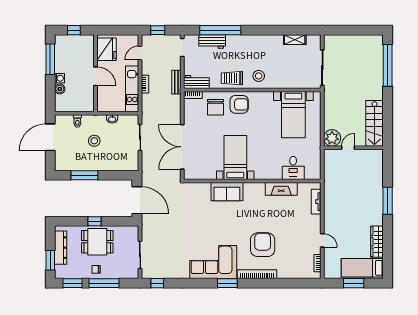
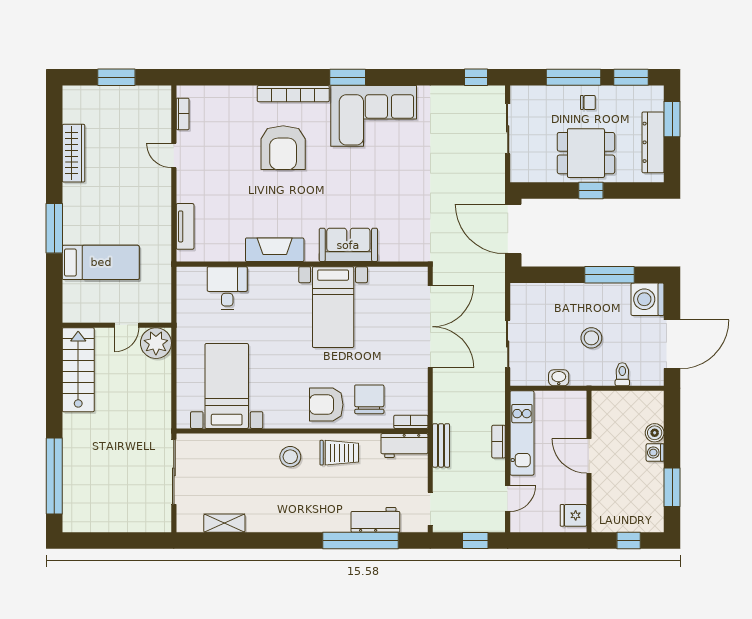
fridge: (106, 49) -> (573, 515), width x0.53, depth x0.75
window: (50, 59) -> (672, 487), width x0.69
washing machine: (64, 162) -> (648, 299), added
fireplace: (281, 189) -> (275, 250), moved
bed: (362, 268) -> (101, 262), moved

